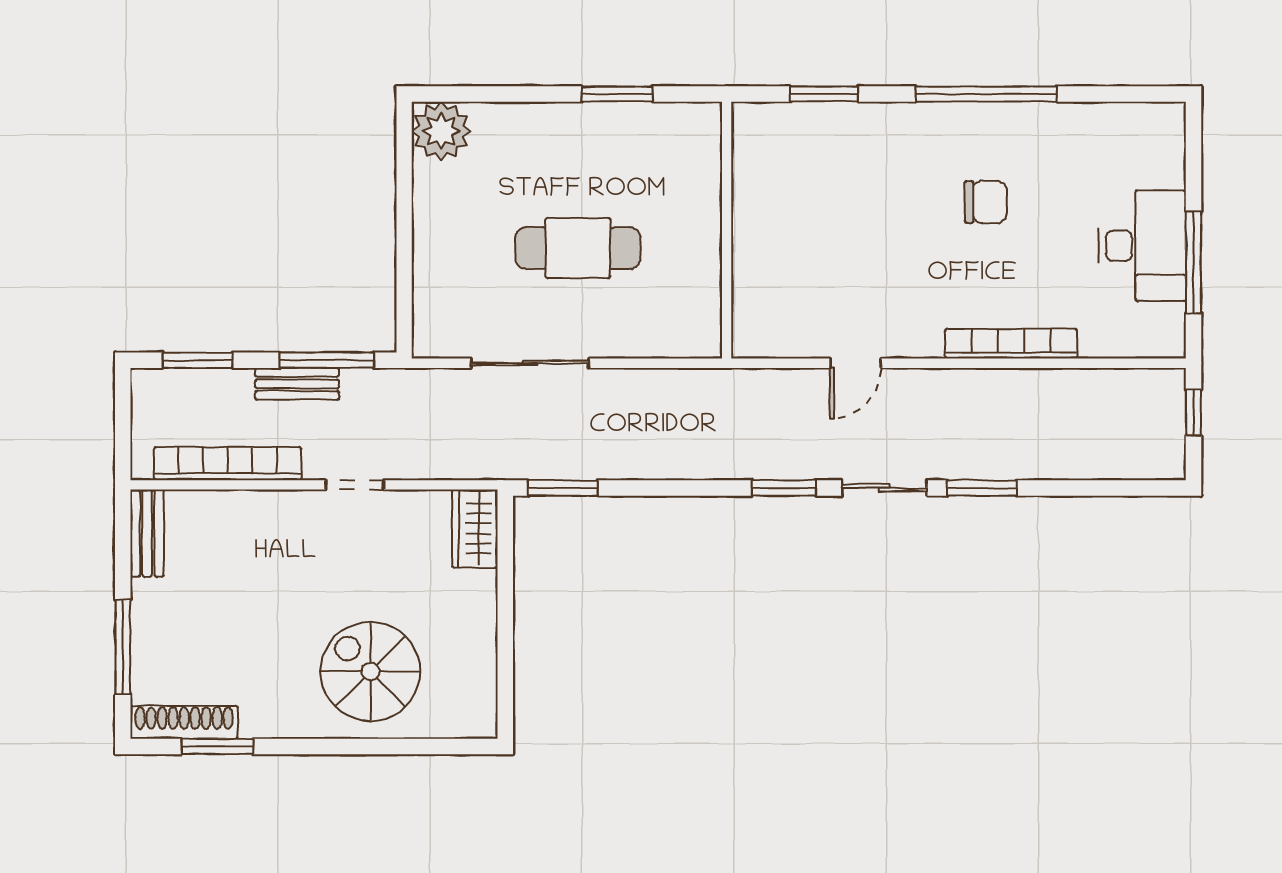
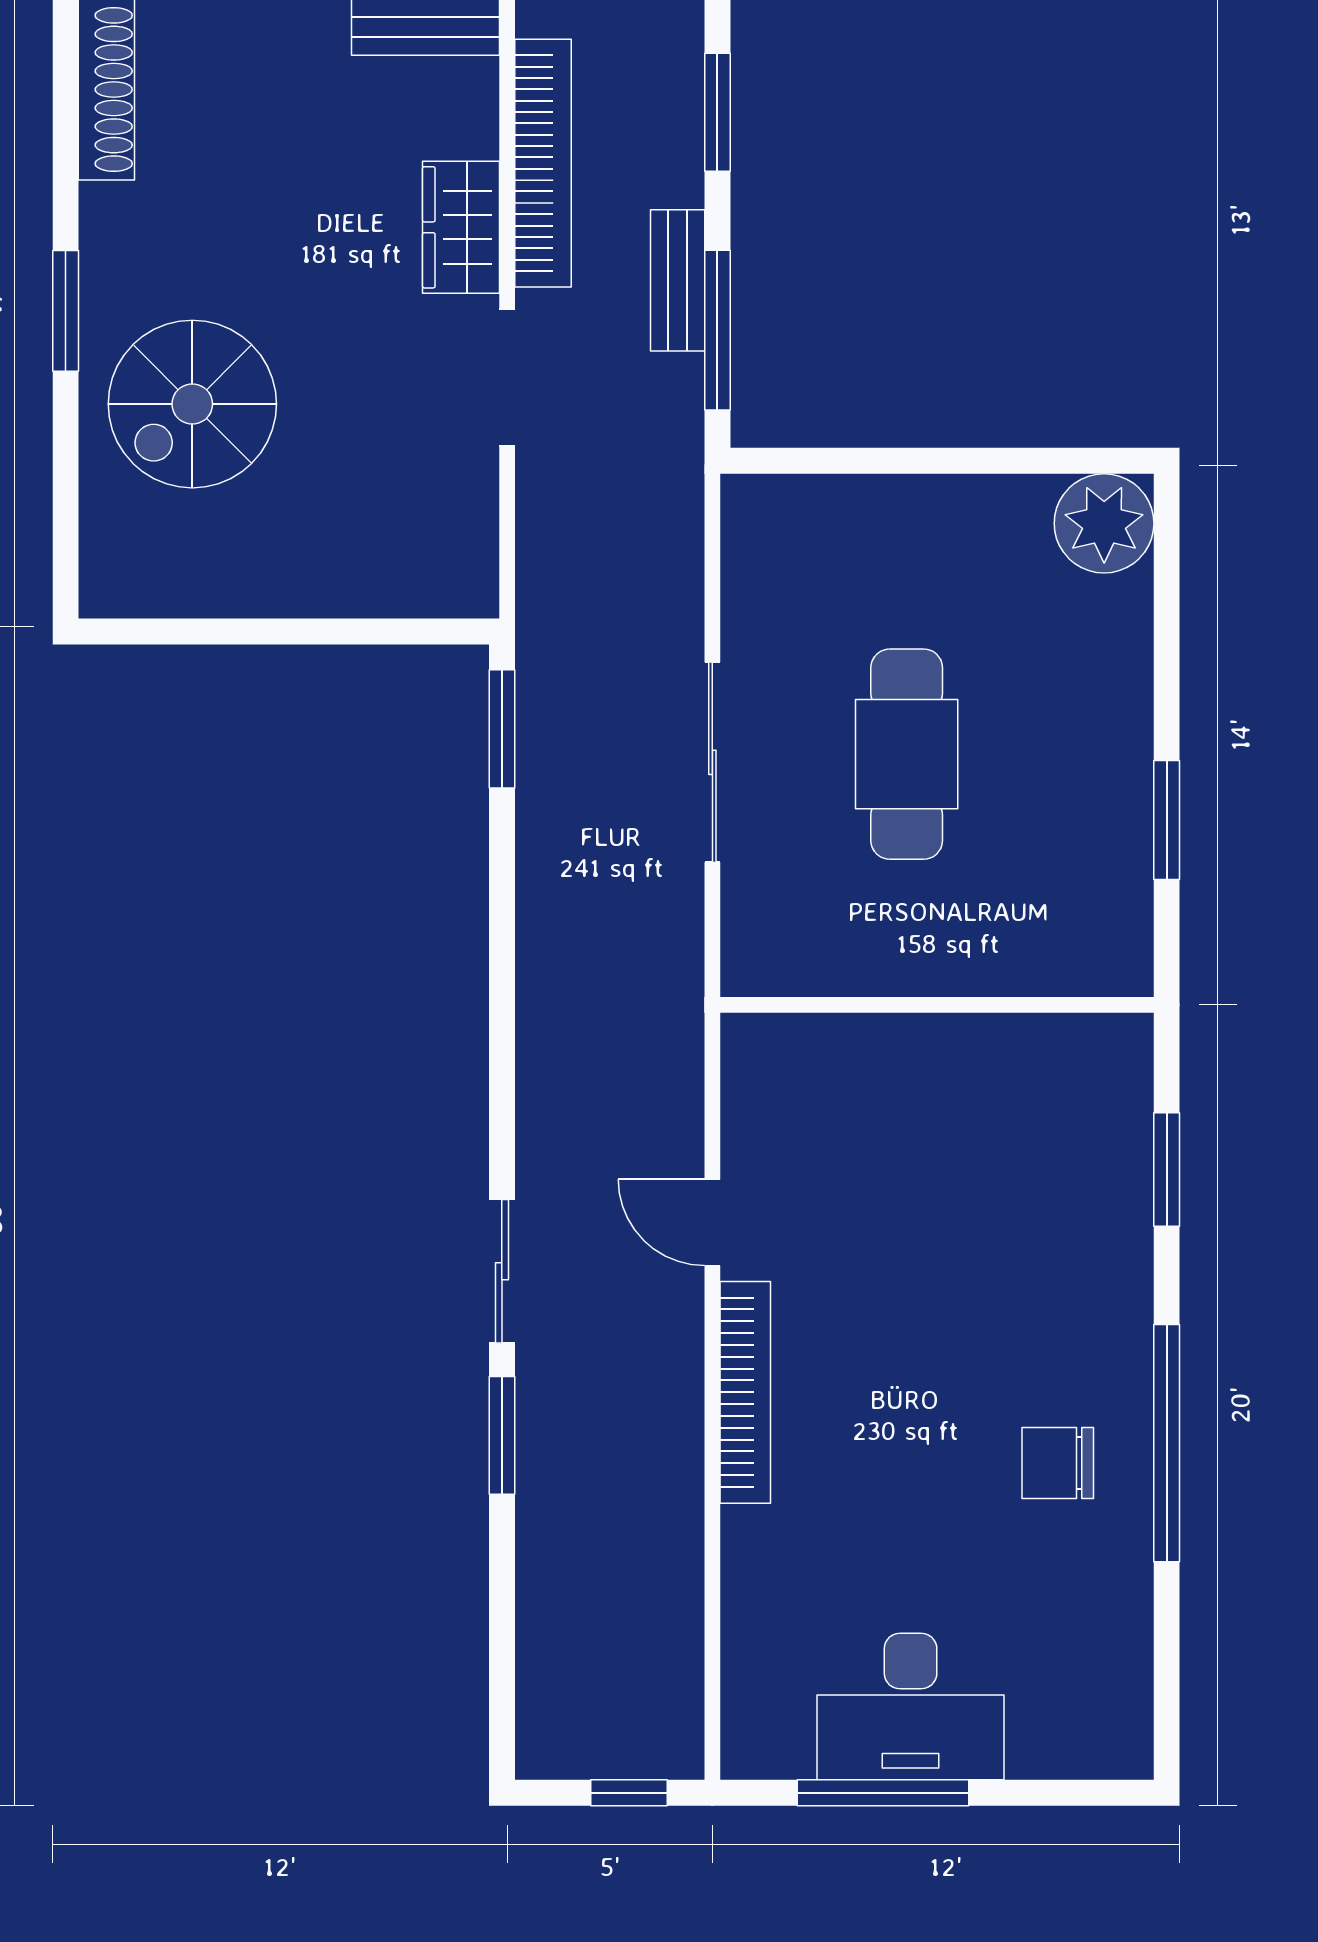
chair: (986, 202) -> (1058, 1463), moved, turned 90
bookcase: (1011, 344) -> (745, 1392), moved
sliding door: (530, 363) -> (712, 762), moved
doorway: (355, 485) -> (507, 377), width x1.38
window: (784, 488) -> (502, 1101), removed
wardrobe: (475, 529) -> (461, 227), moved, turned -90
spiral stairs: (370, 671) -> (192, 404), turned 180
window: (217, 747) -> (66, 311), moved

